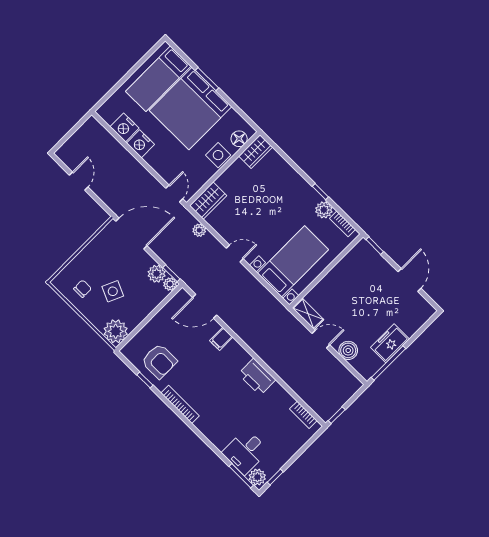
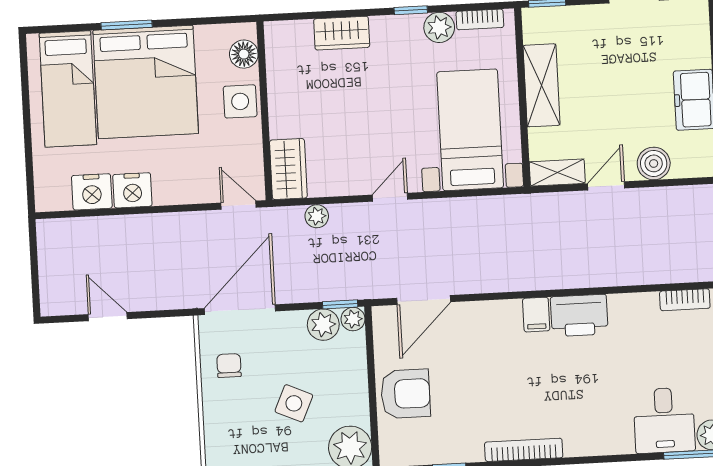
wardrobe: (256, 152) -> (342, 33), moved, turned 90
shelving: (338, 274) -> (542, 85), added
chair: (83, 289) -> (229, 366), moved
filing cabinet: (221, 339) -> (536, 315), moved
armchair: (159, 361) -> (406, 394), moved

